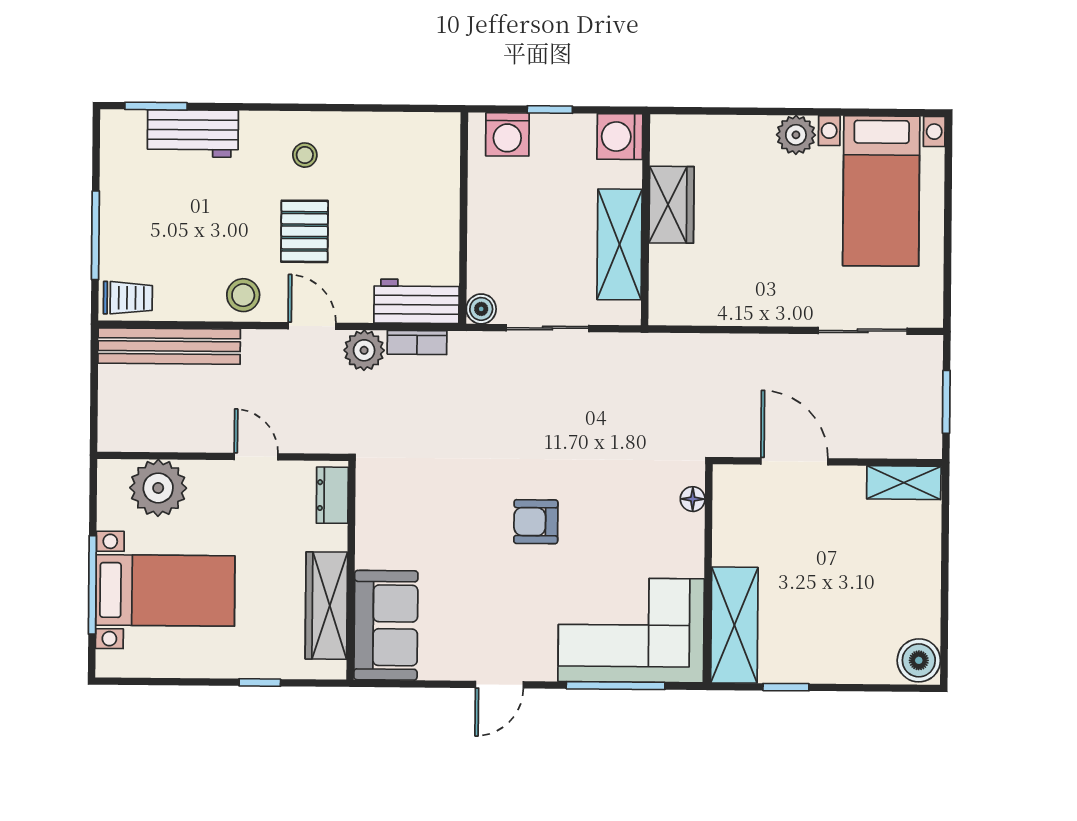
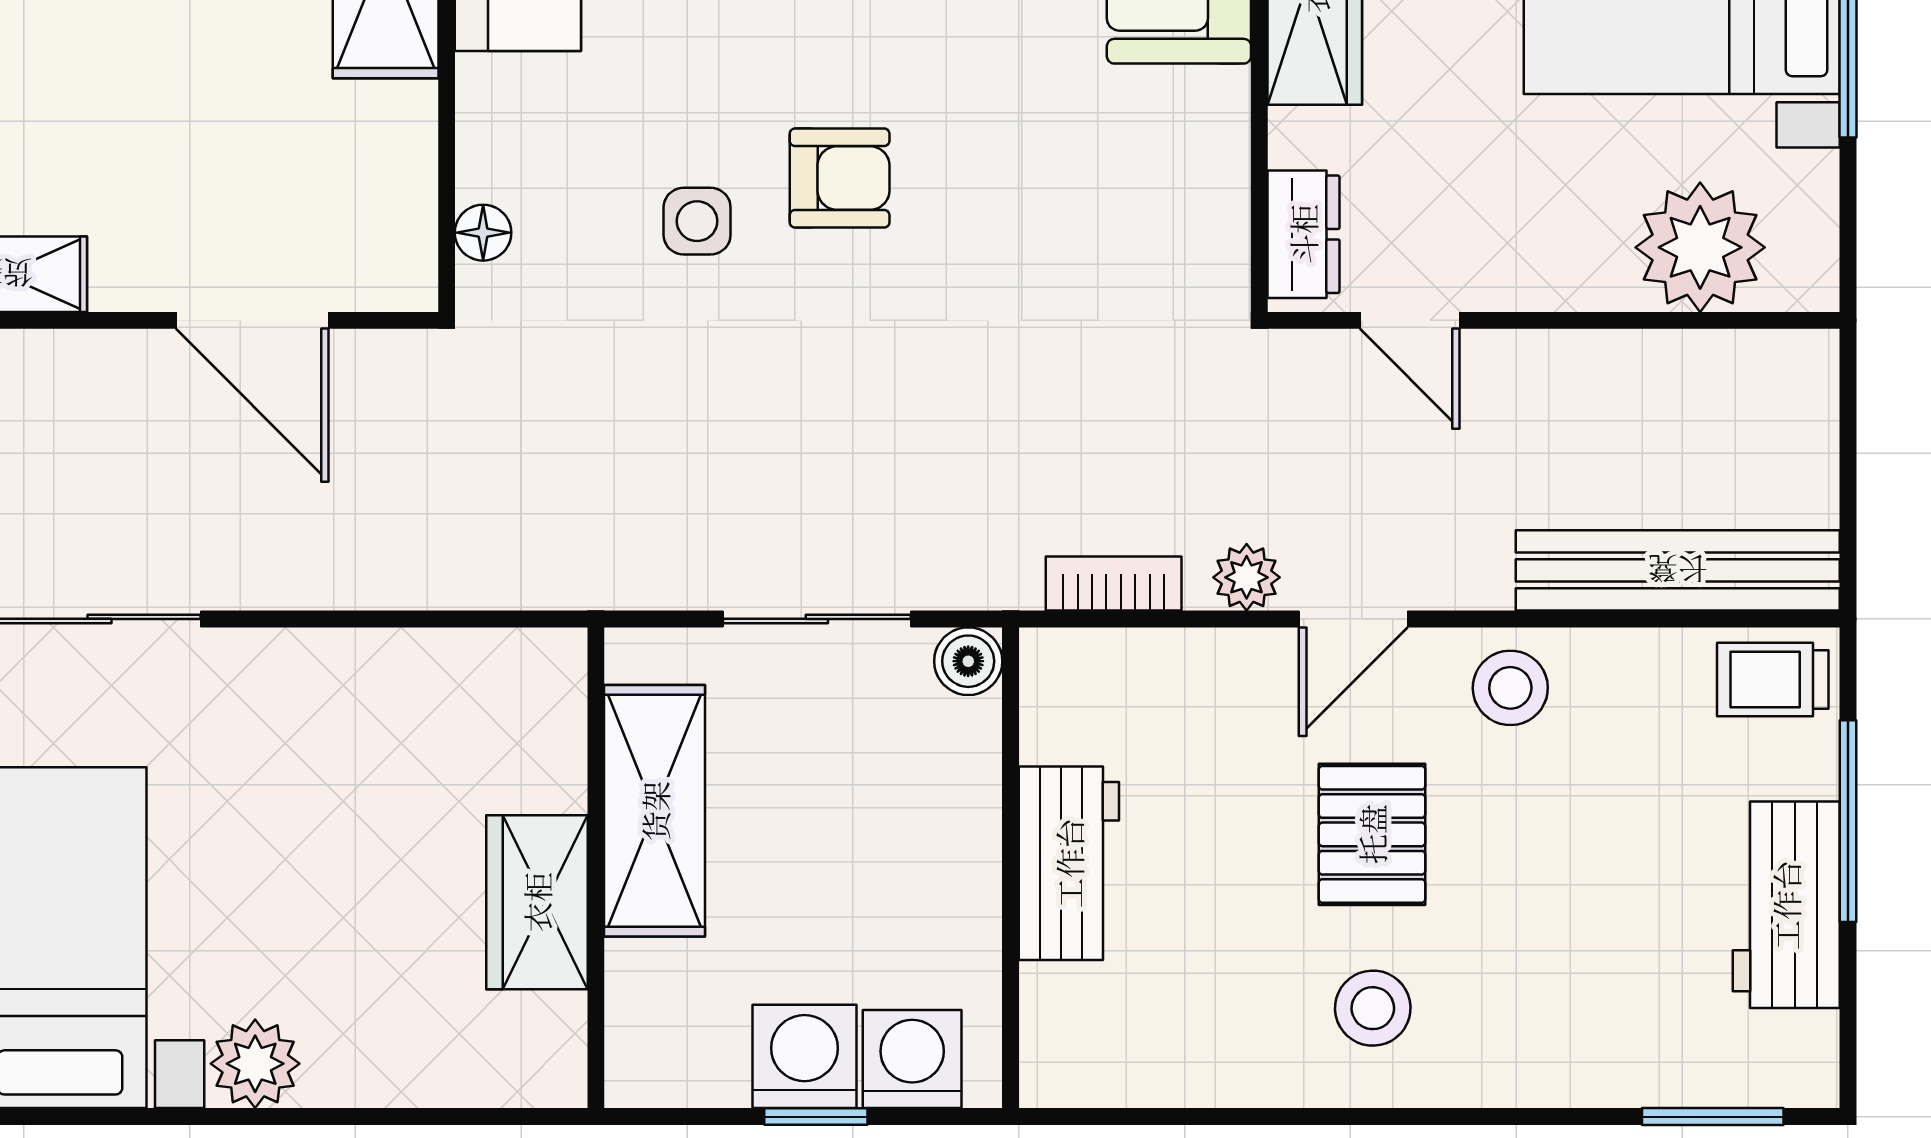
workbench: (193, 134) -> (1786, 905), moved, turned -90
washing machine: (620, 137) -> (804, 1056), moved, turned -90
stool: (305, 155) -> (1373, 1008), width x1.37, depth x1.37
workbench: (417, 301) -> (1069, 863), moved, turned -90
door: (312, 326) -> (1353, 619), hinge flipped
plant: (364, 350) -> (1247, 577), width x0.73, depth x0.73
door: (256, 457) -> (1410, 320), moved
side table: (599, 503) -> (697, 221), added

